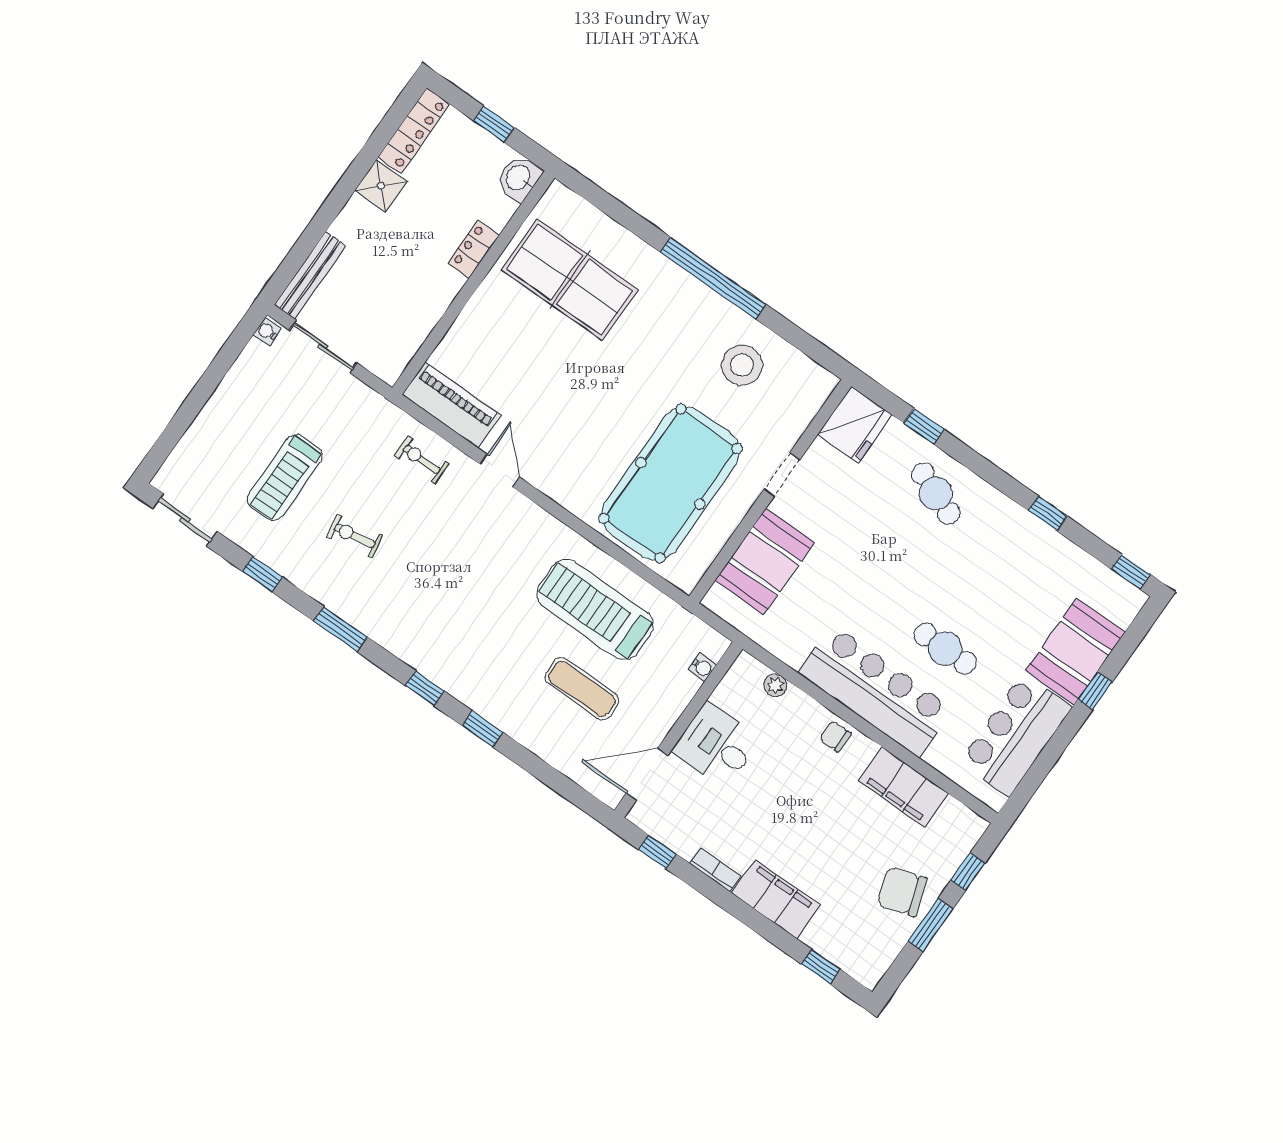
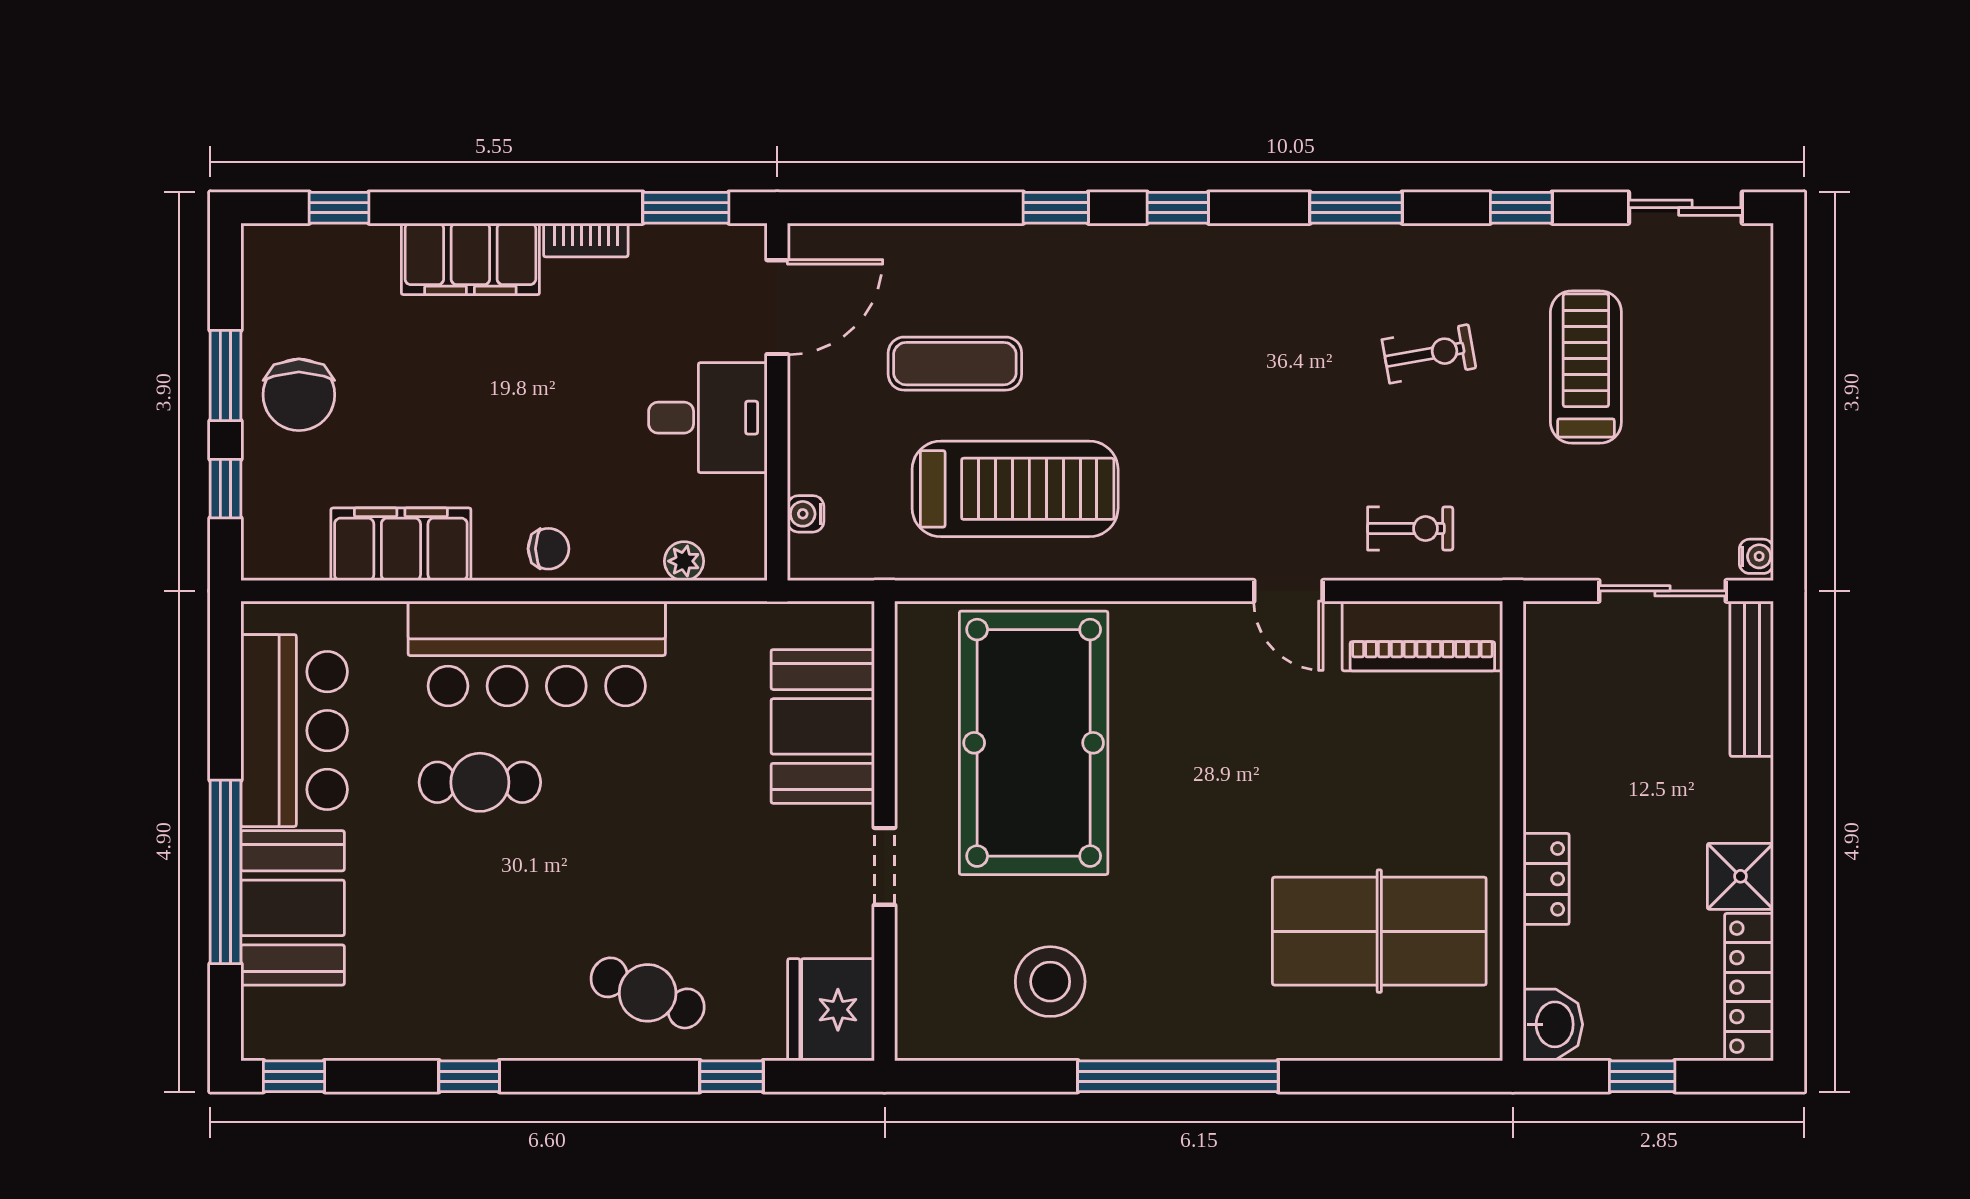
window: (1095, 691) -> (225, 872), width x3.17
window: (657, 852) -> (686, 208), width x1.50
chair: (902, 892) -> (299, 395), turned 108

